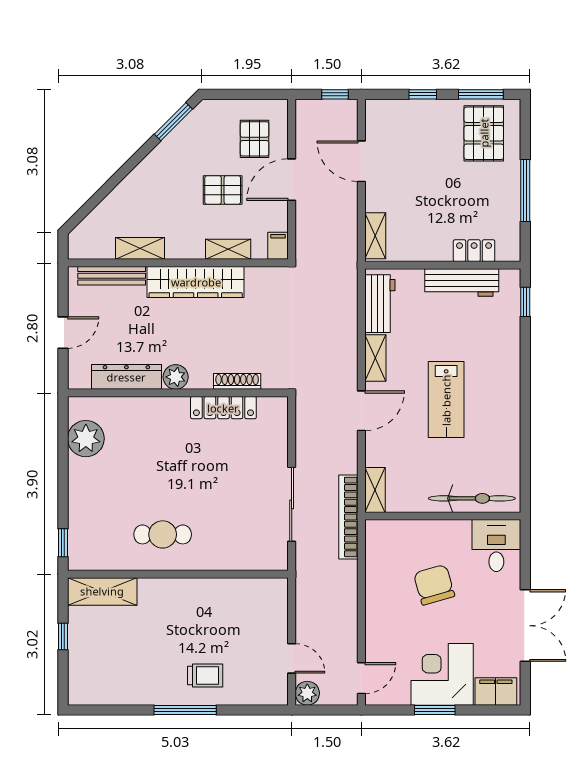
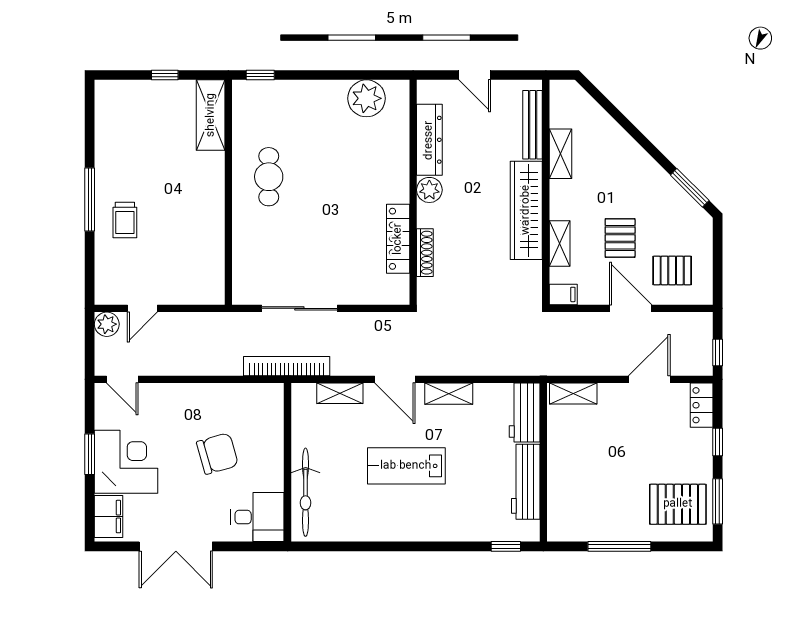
locker: (474, 251) -> (702, 405), moved, turned 180
workbench: (380, 304) -> (525, 413), moved, turned 90
shelving: (375, 490) -> (340, 393), moved

